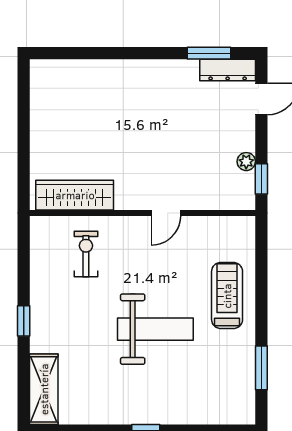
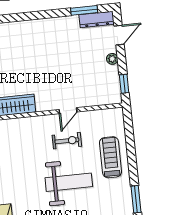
plant: (246, 162) -> (112, 59), moved
exercise bike: (86, 254) -> (67, 141), moved, turned 90

